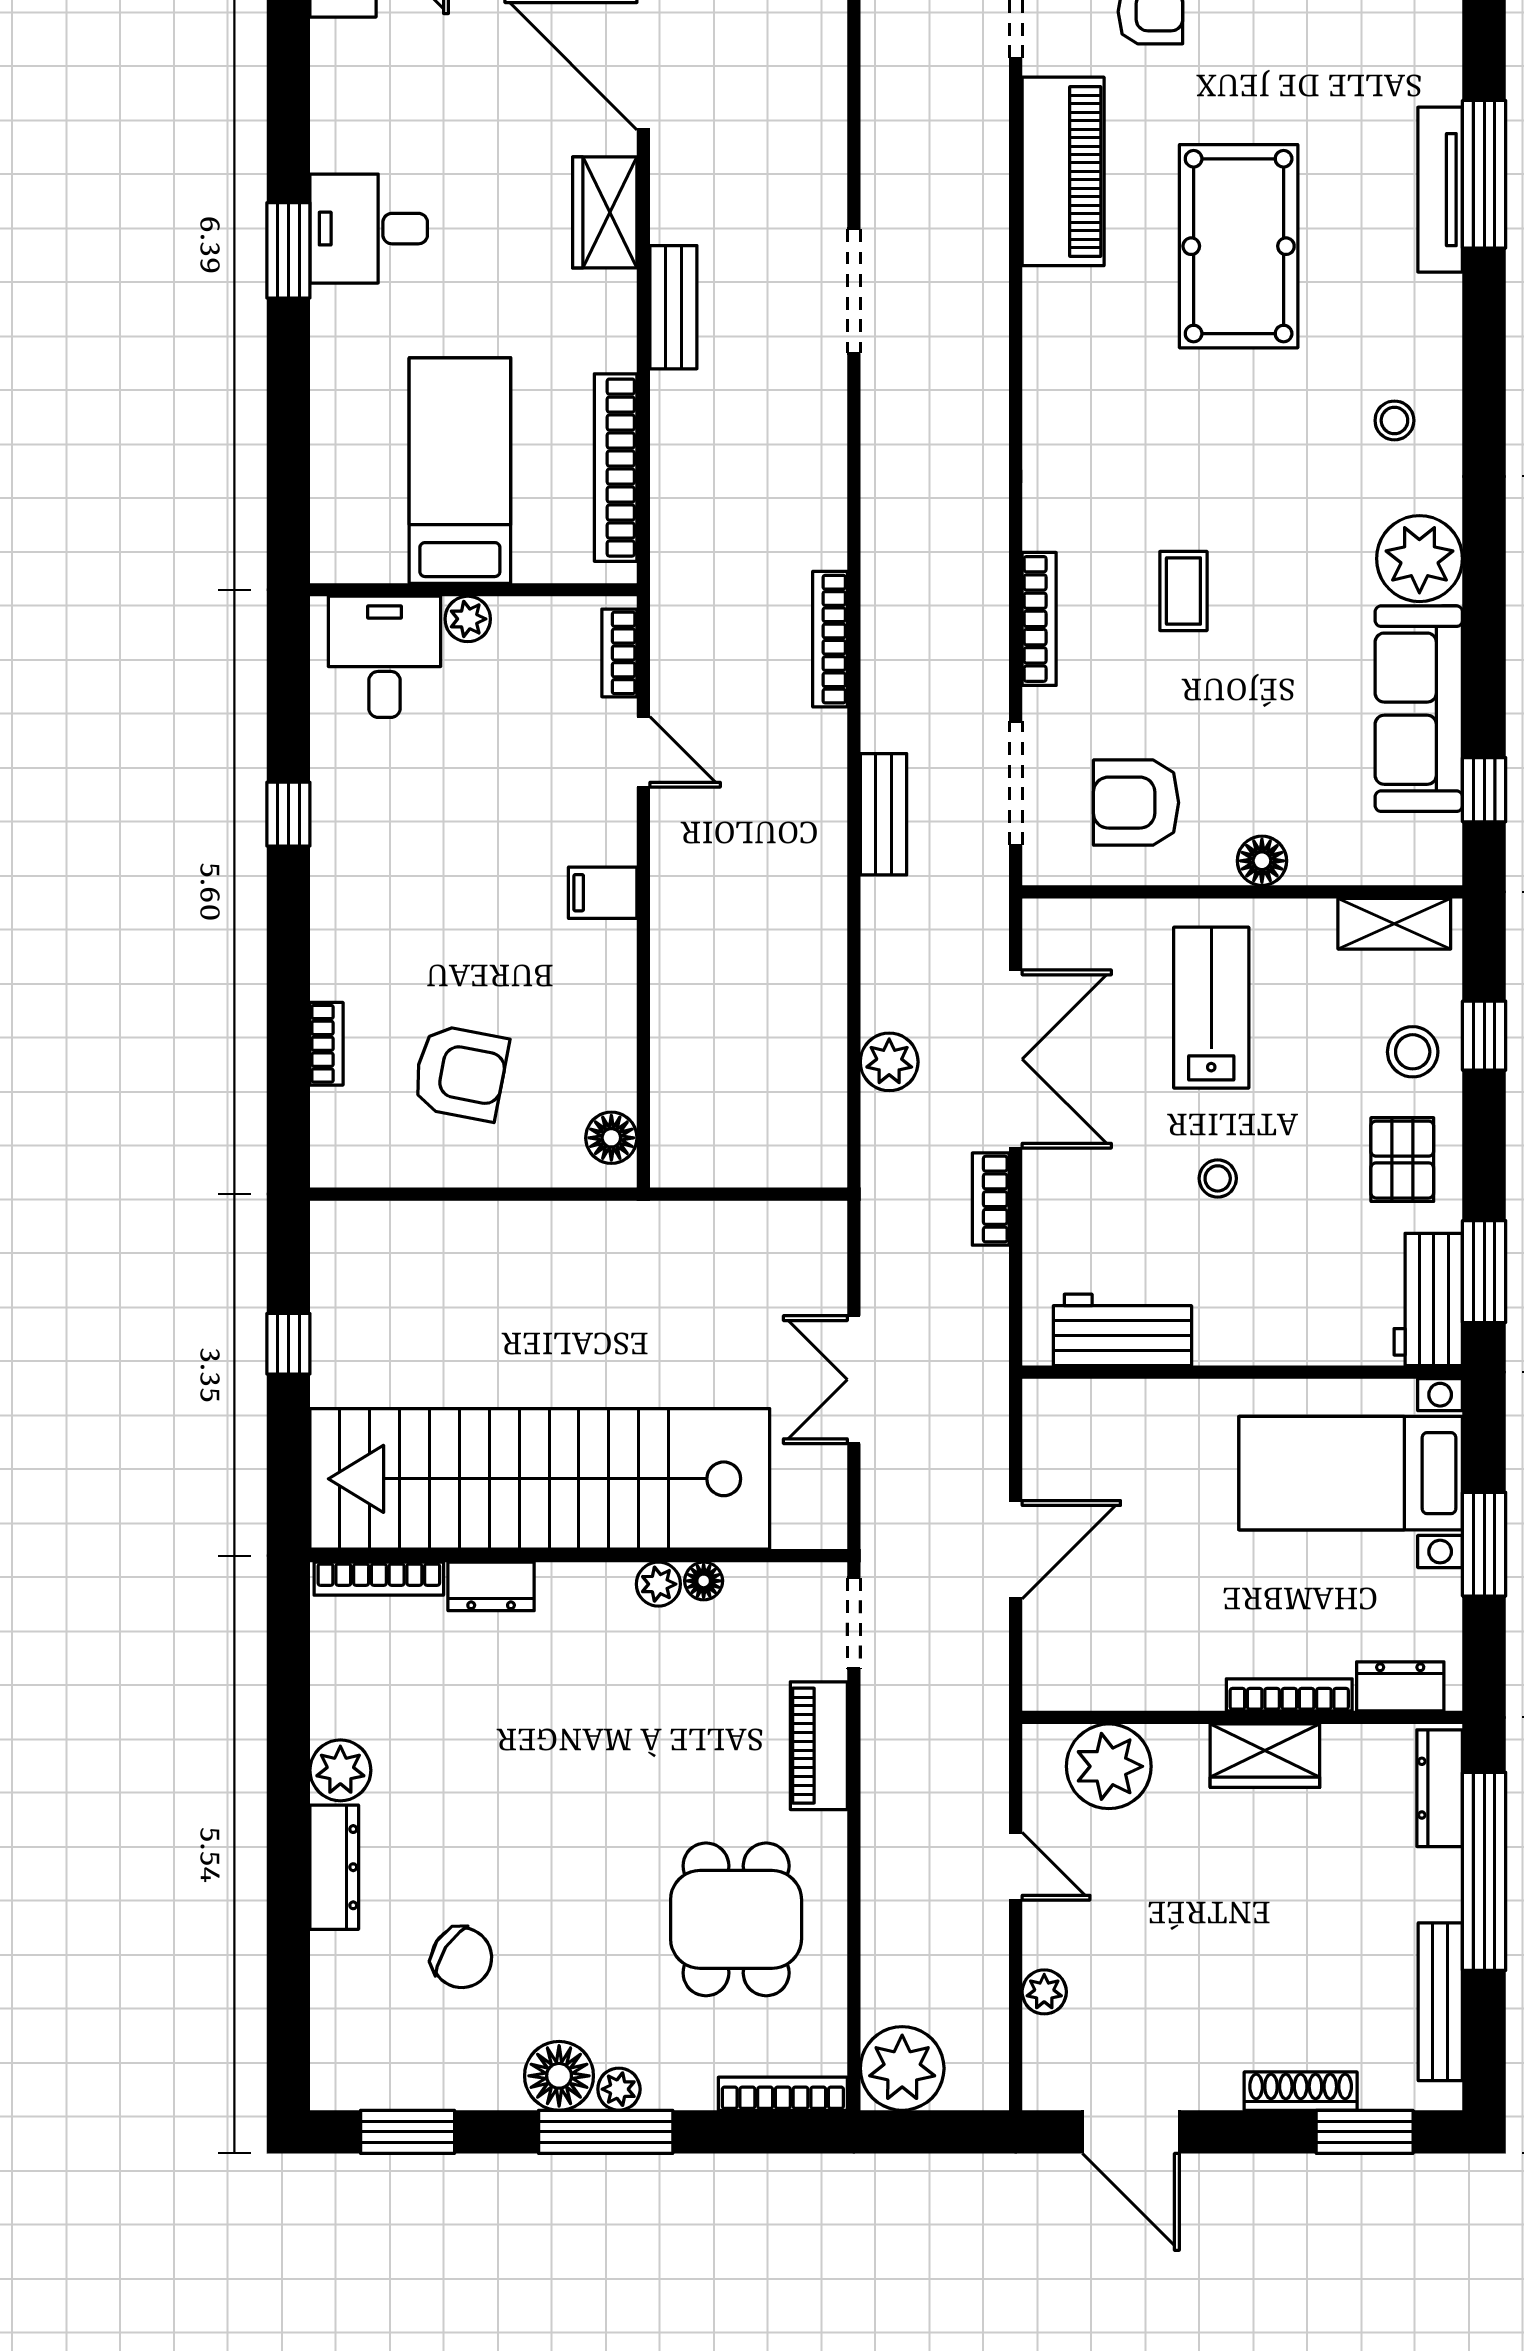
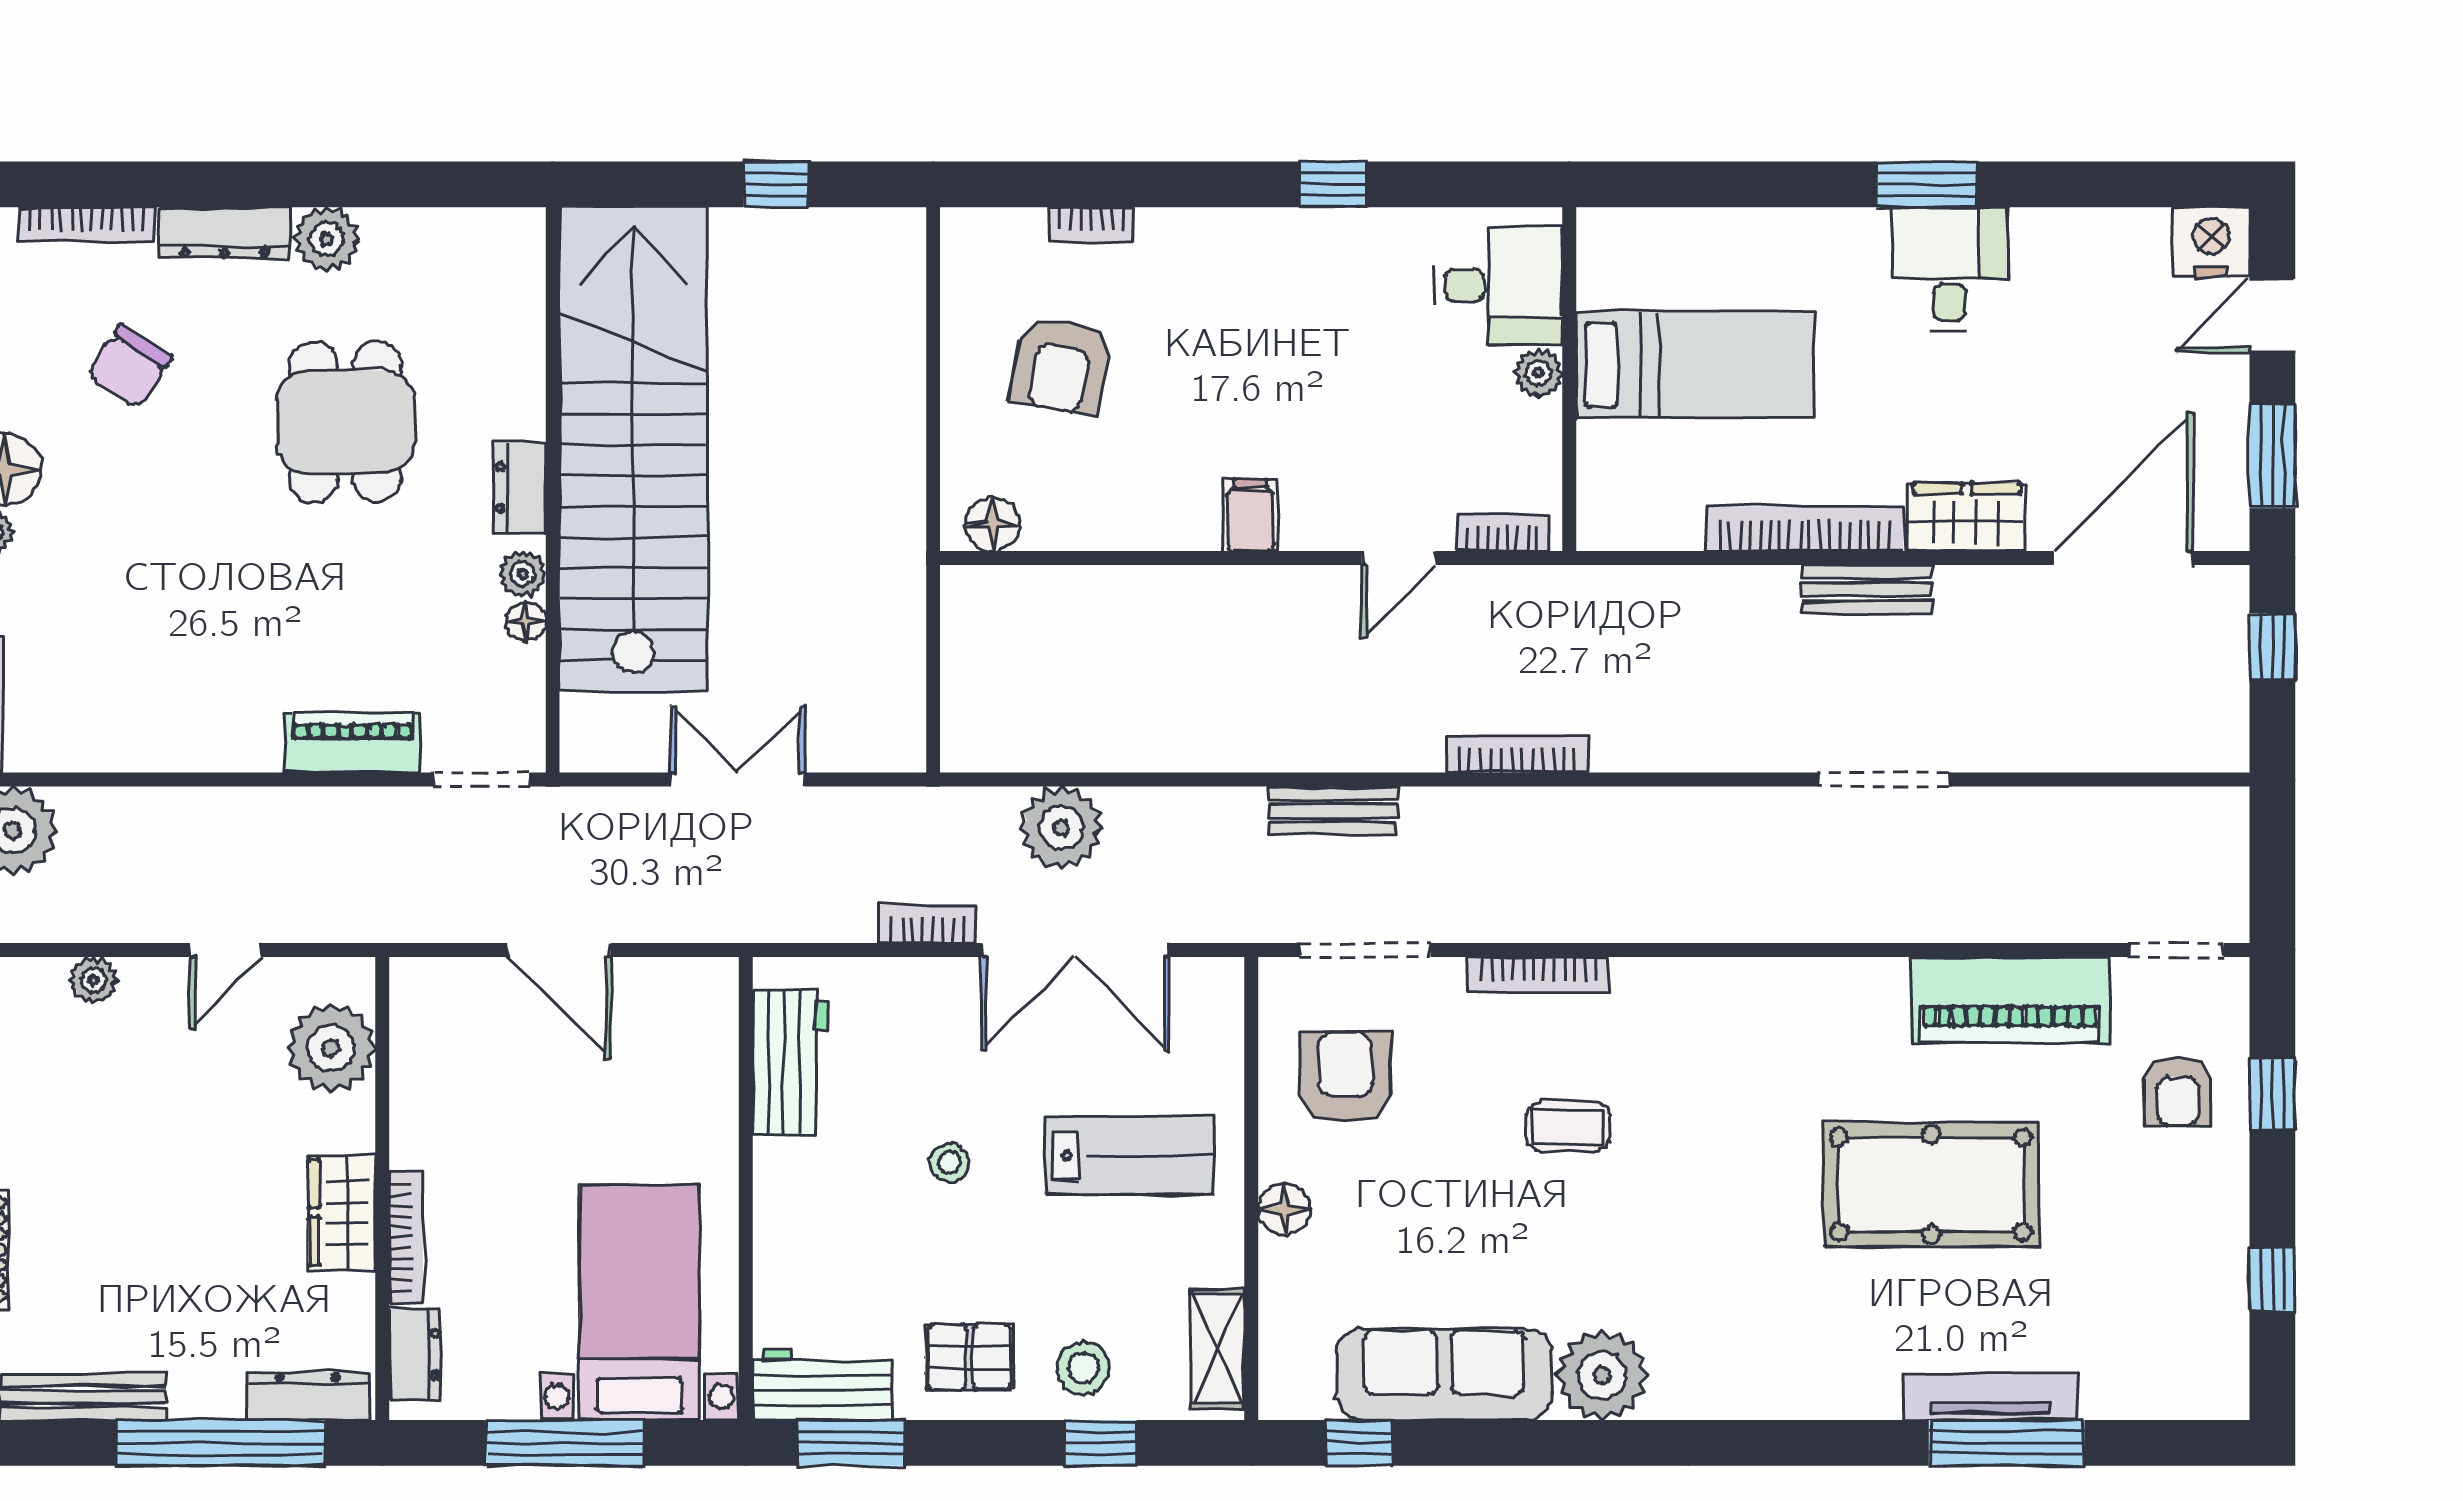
stool: (1394, 420) -> (1747, 1349), removed
bookcase: (616, 468) -> (1805, 529), moved
plant: (889, 1062) -> (1061, 828), width x1.36, depth x1.36
window: (1484, 1544) -> (565, 1443), width x1.44
bookcase: (379, 1579) -> (86, 224), moved, turned -90
dresser: (491, 1586) -> (520, 488), moved
dining table: (736, 1919) -> (345, 422), moved, turned 90

